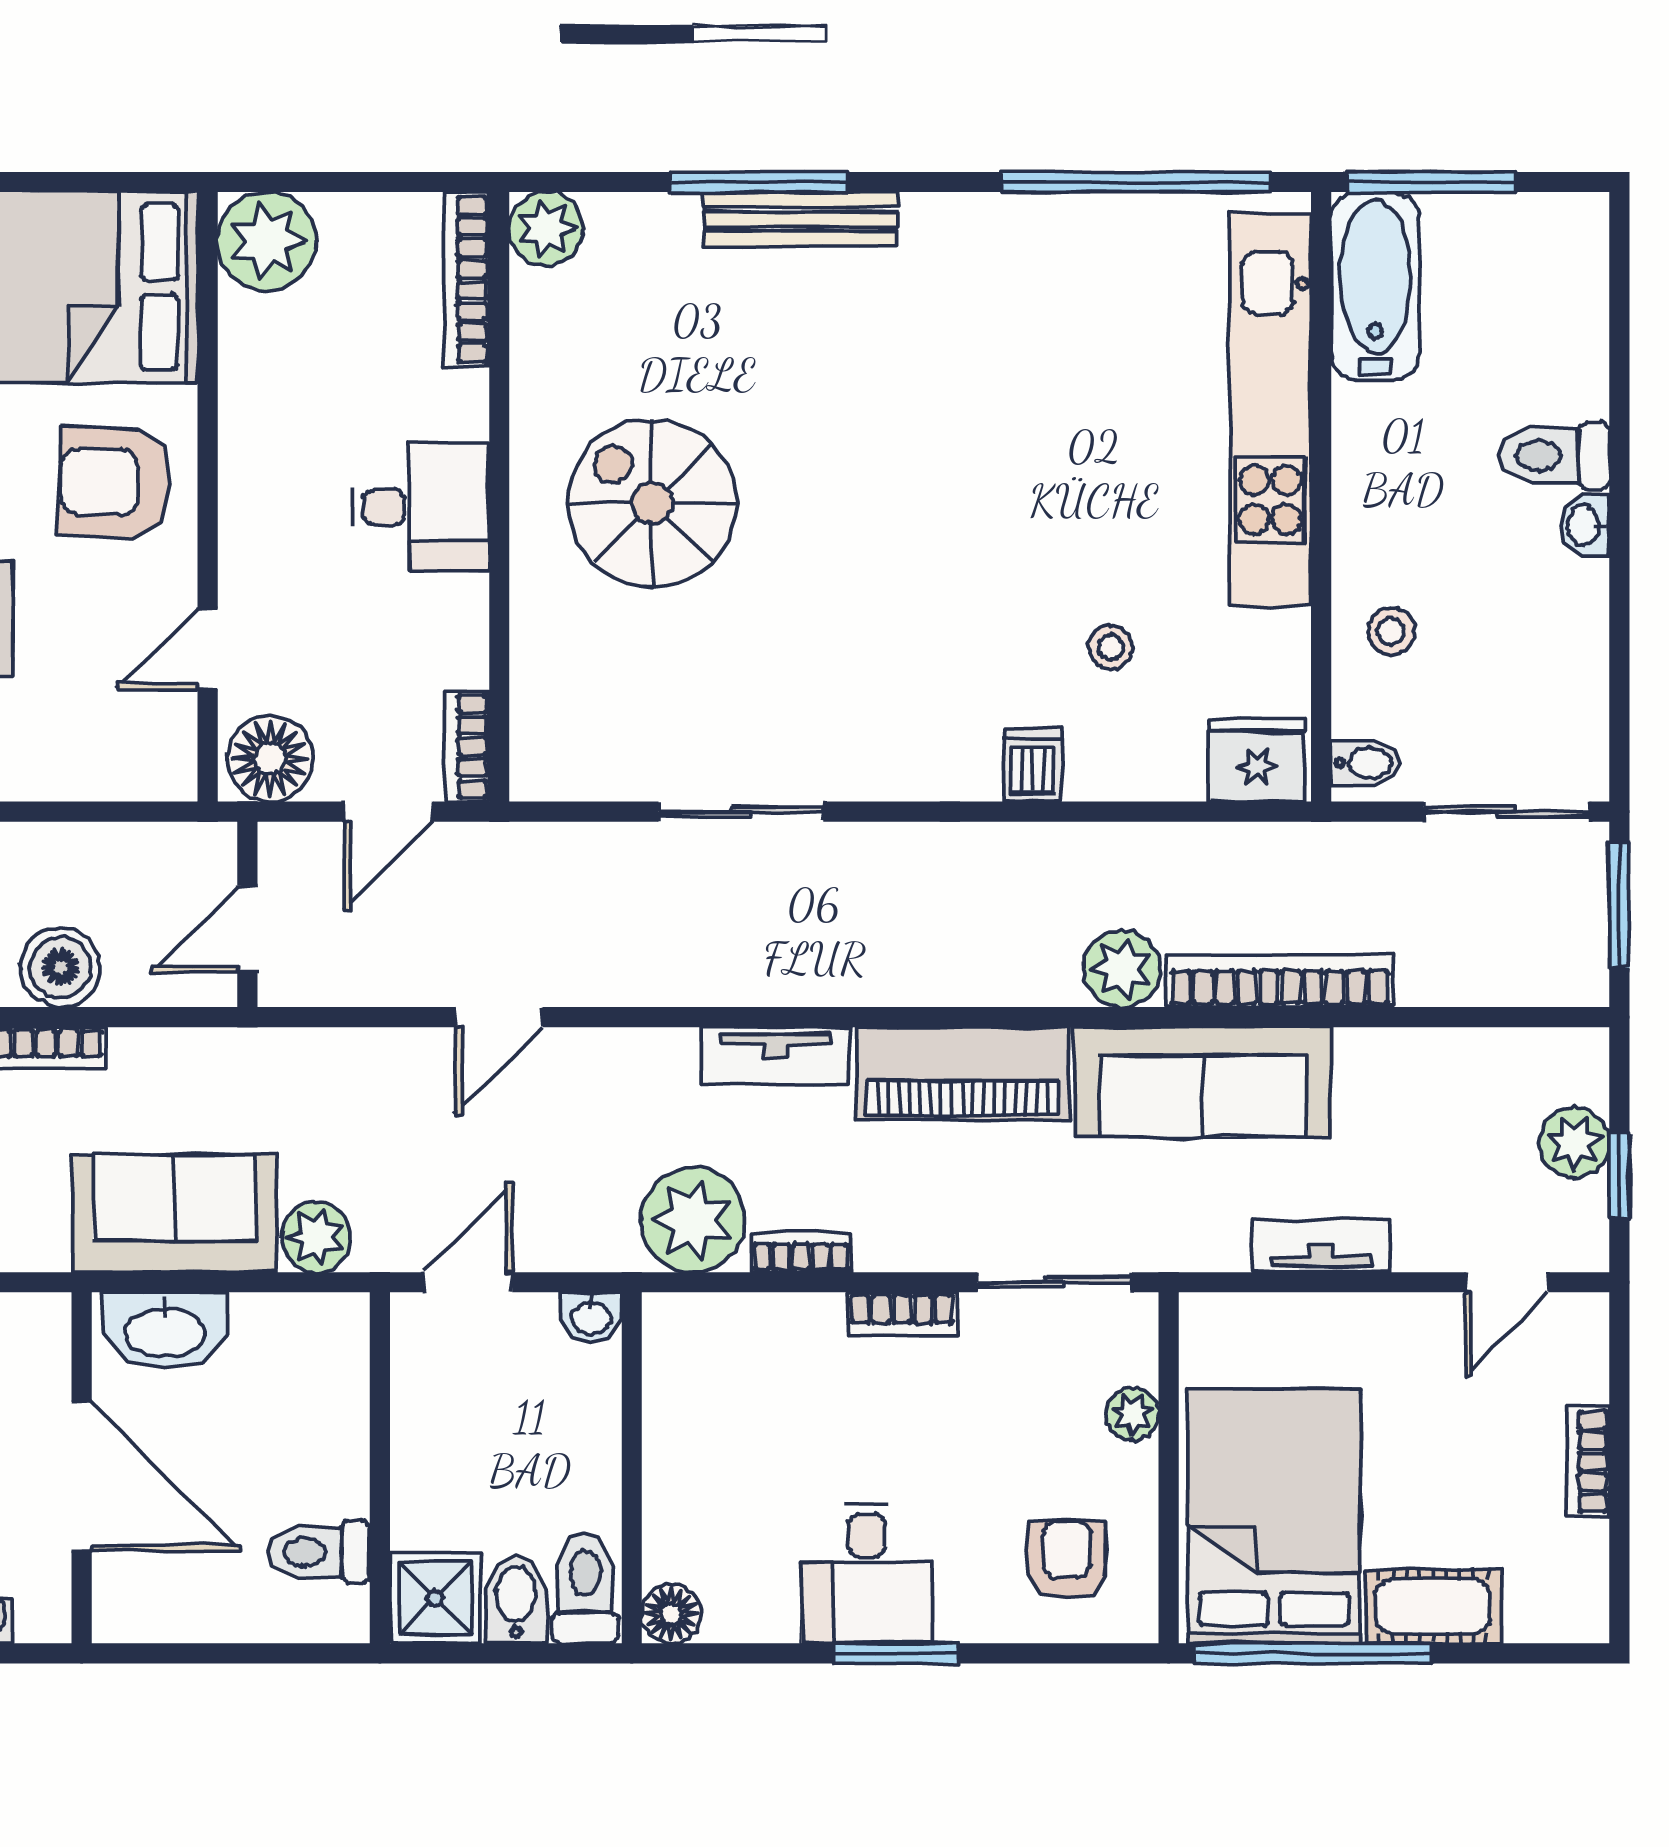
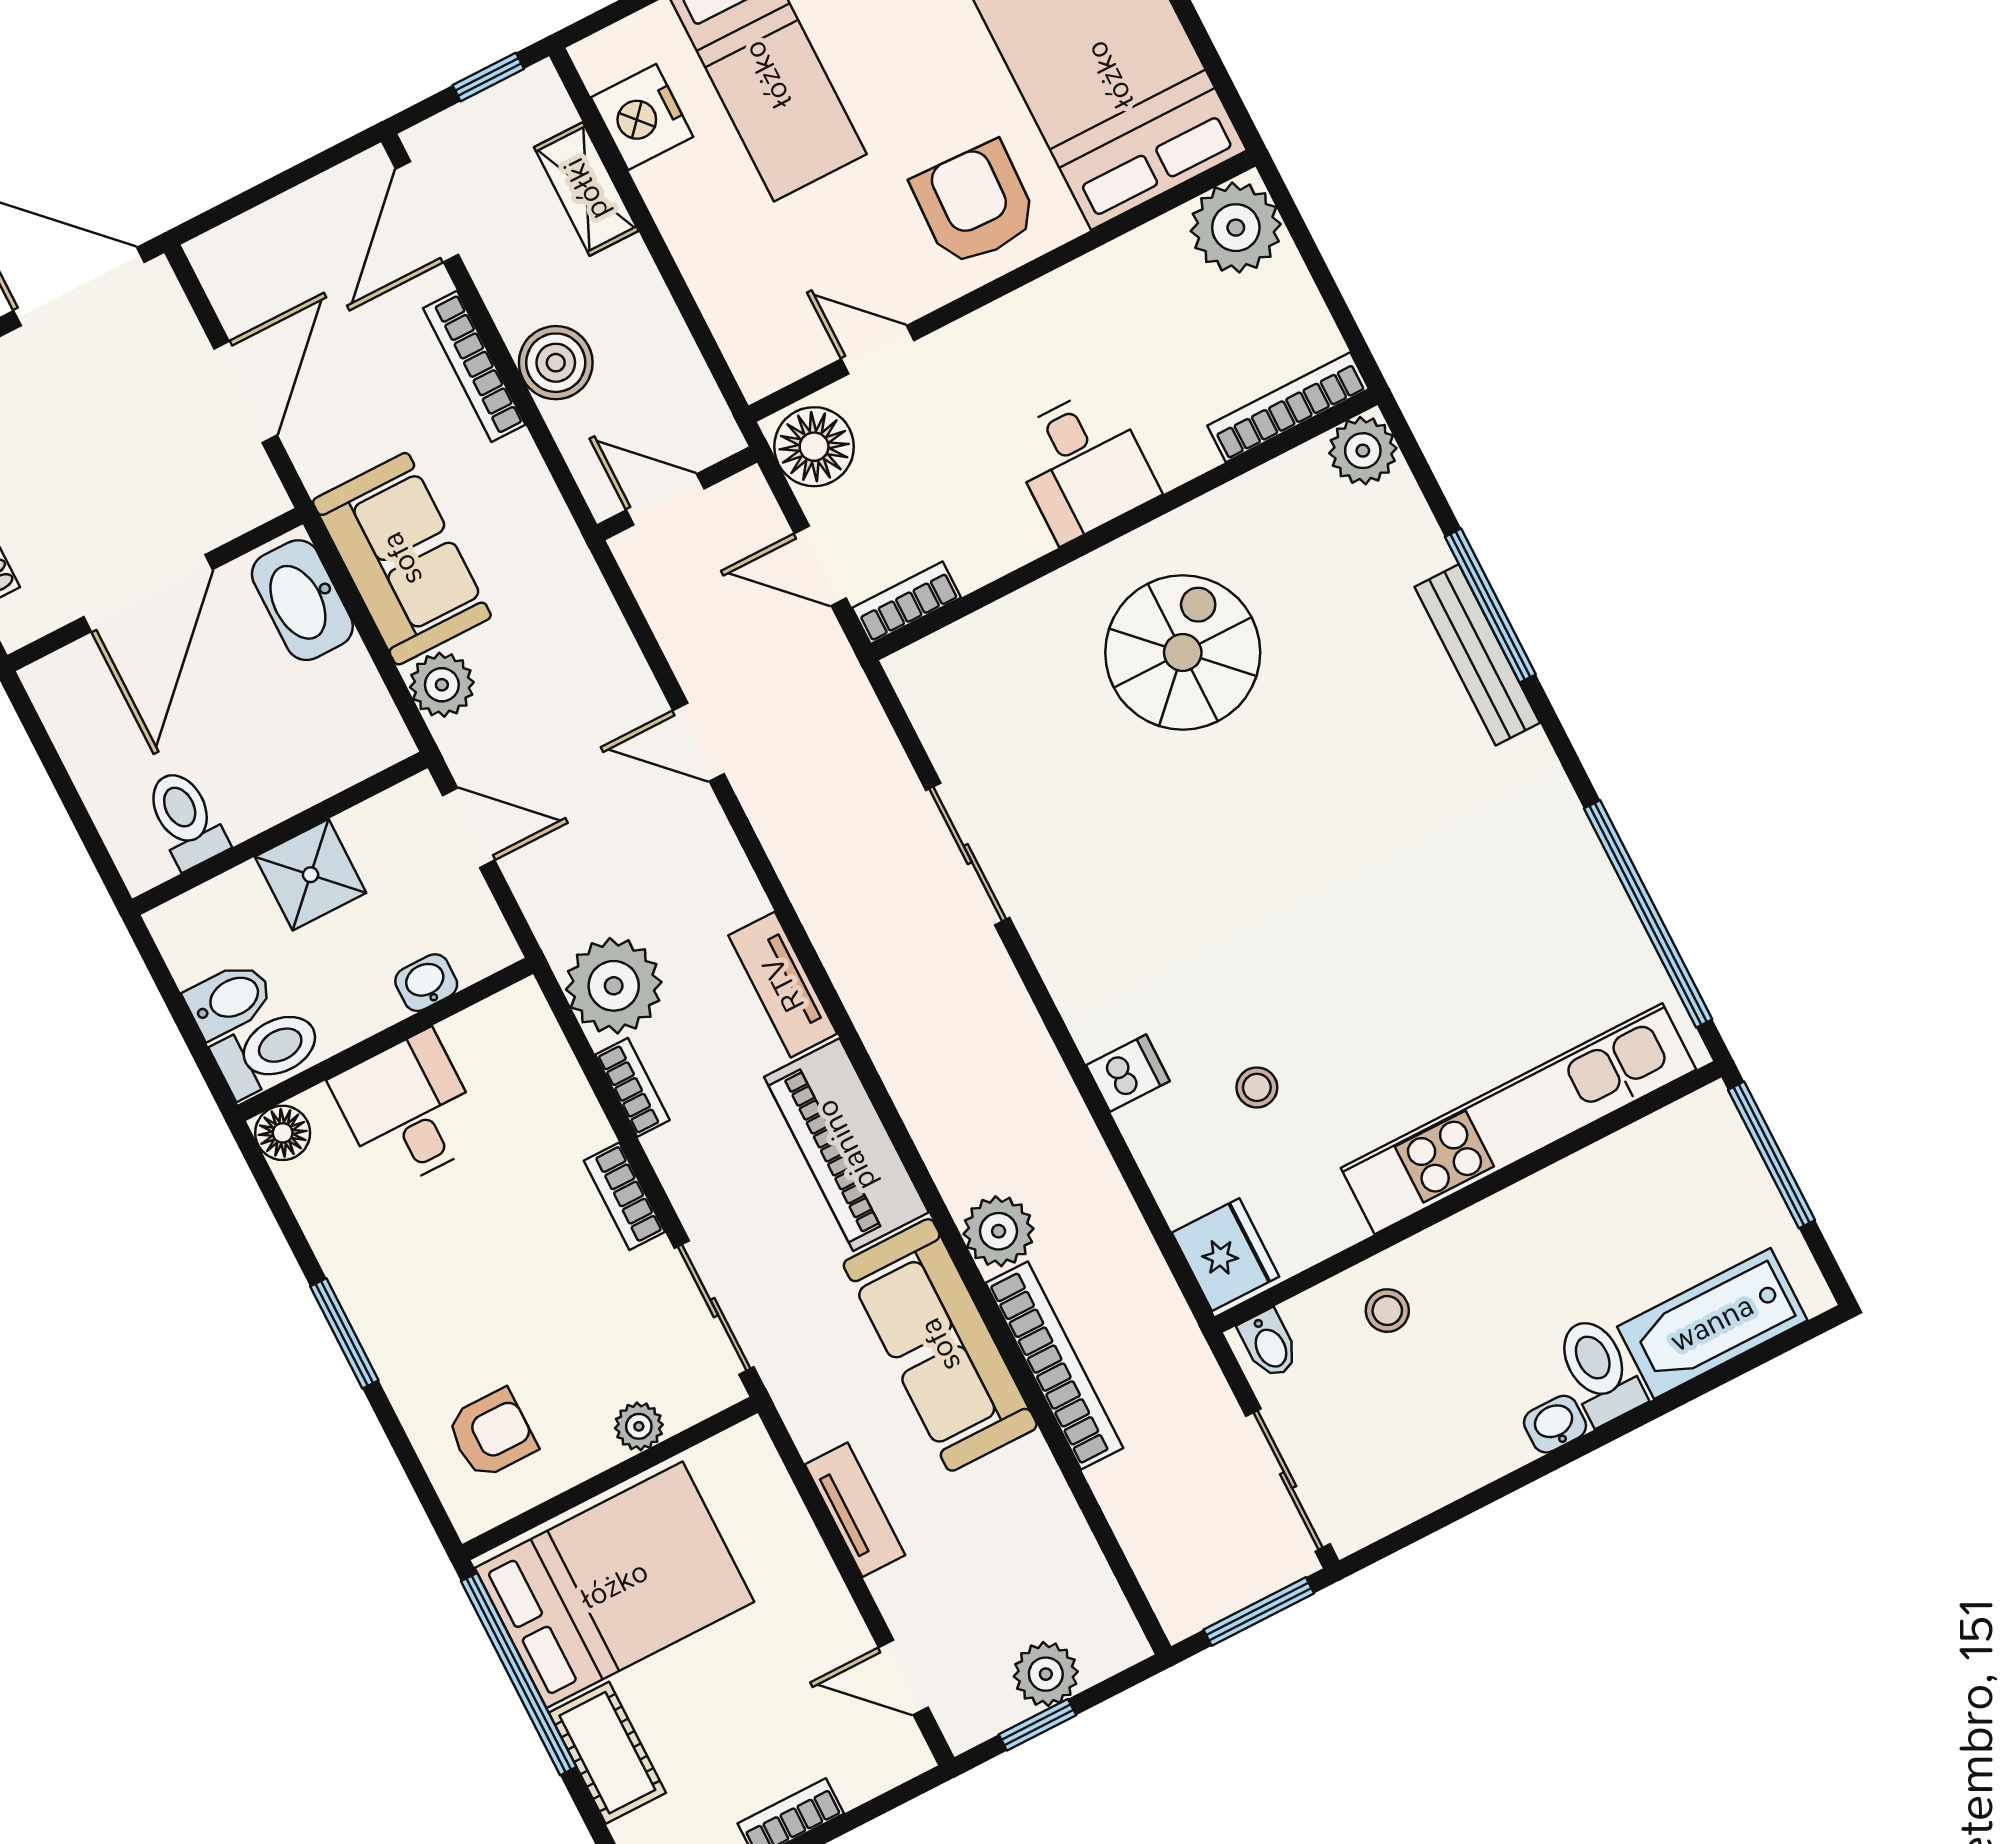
bathtub: (1375, 286) -> (1712, 1323), moved, turned 180
washbasin: (591, 1317) -> (426, 983), moved, turned 90
desk: (867, 1574) -> (408, 1110), moved, turned 90
shower: (435, 1598) -> (311, 875), moved

